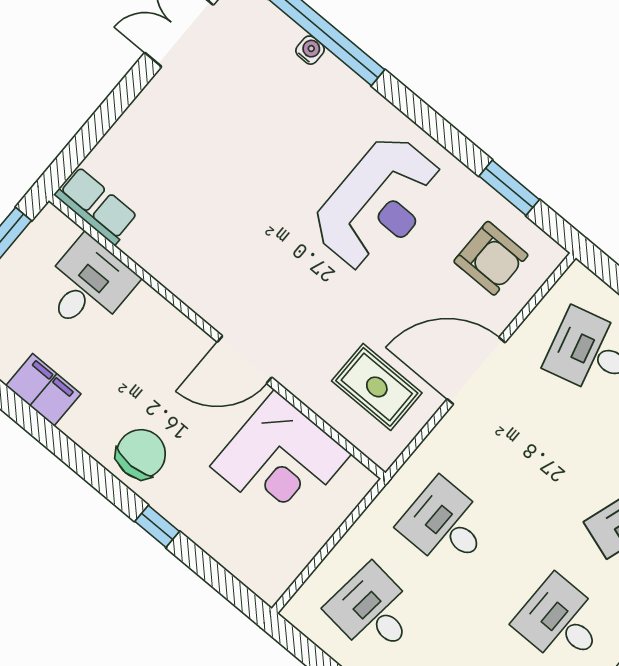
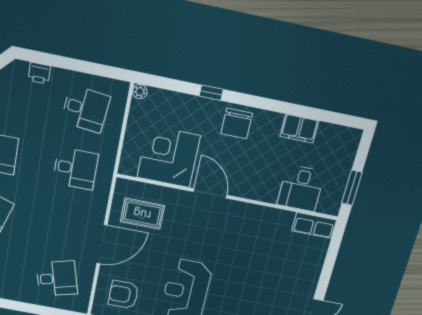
door: (244, 360) -> (210, 193), hinge flipped
plant: (270, 591) -> (140, 92), added

